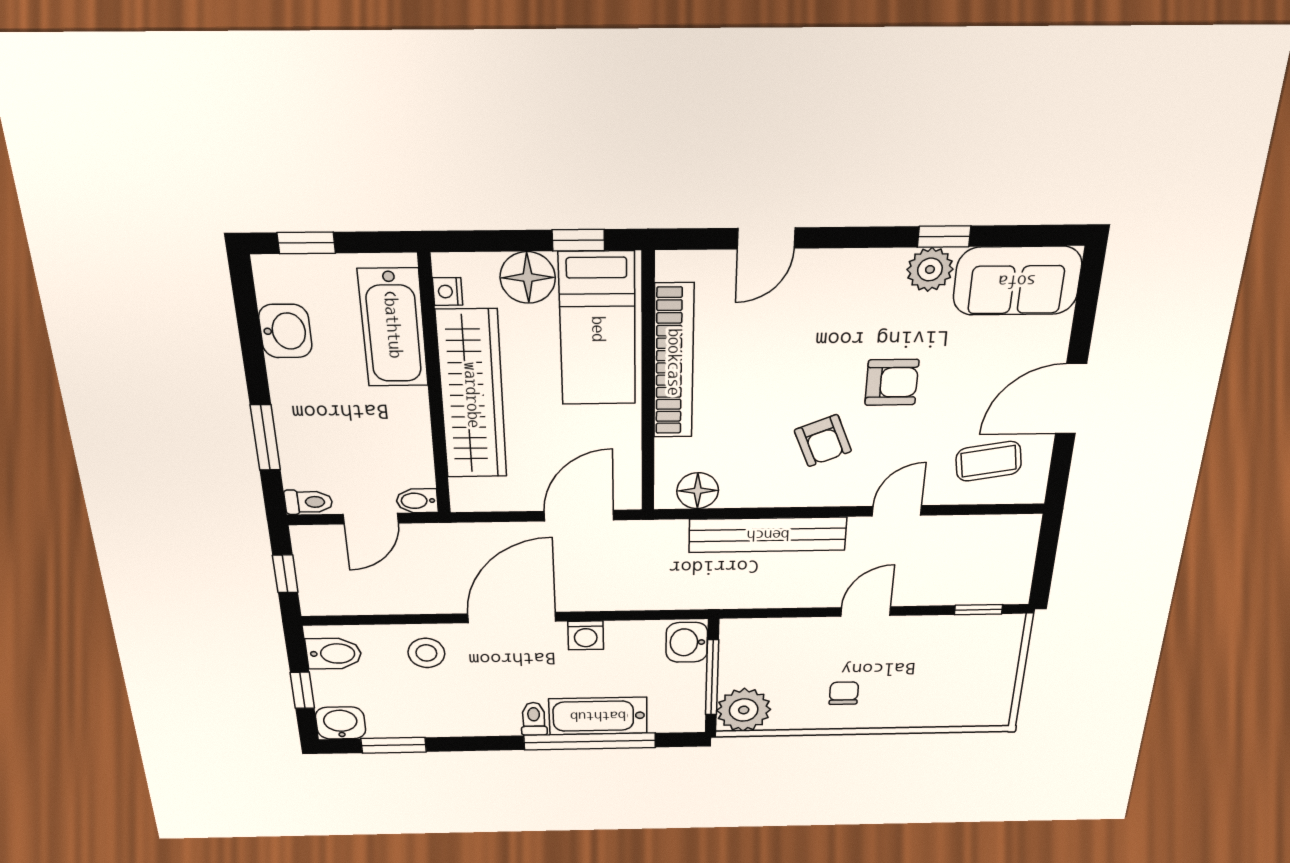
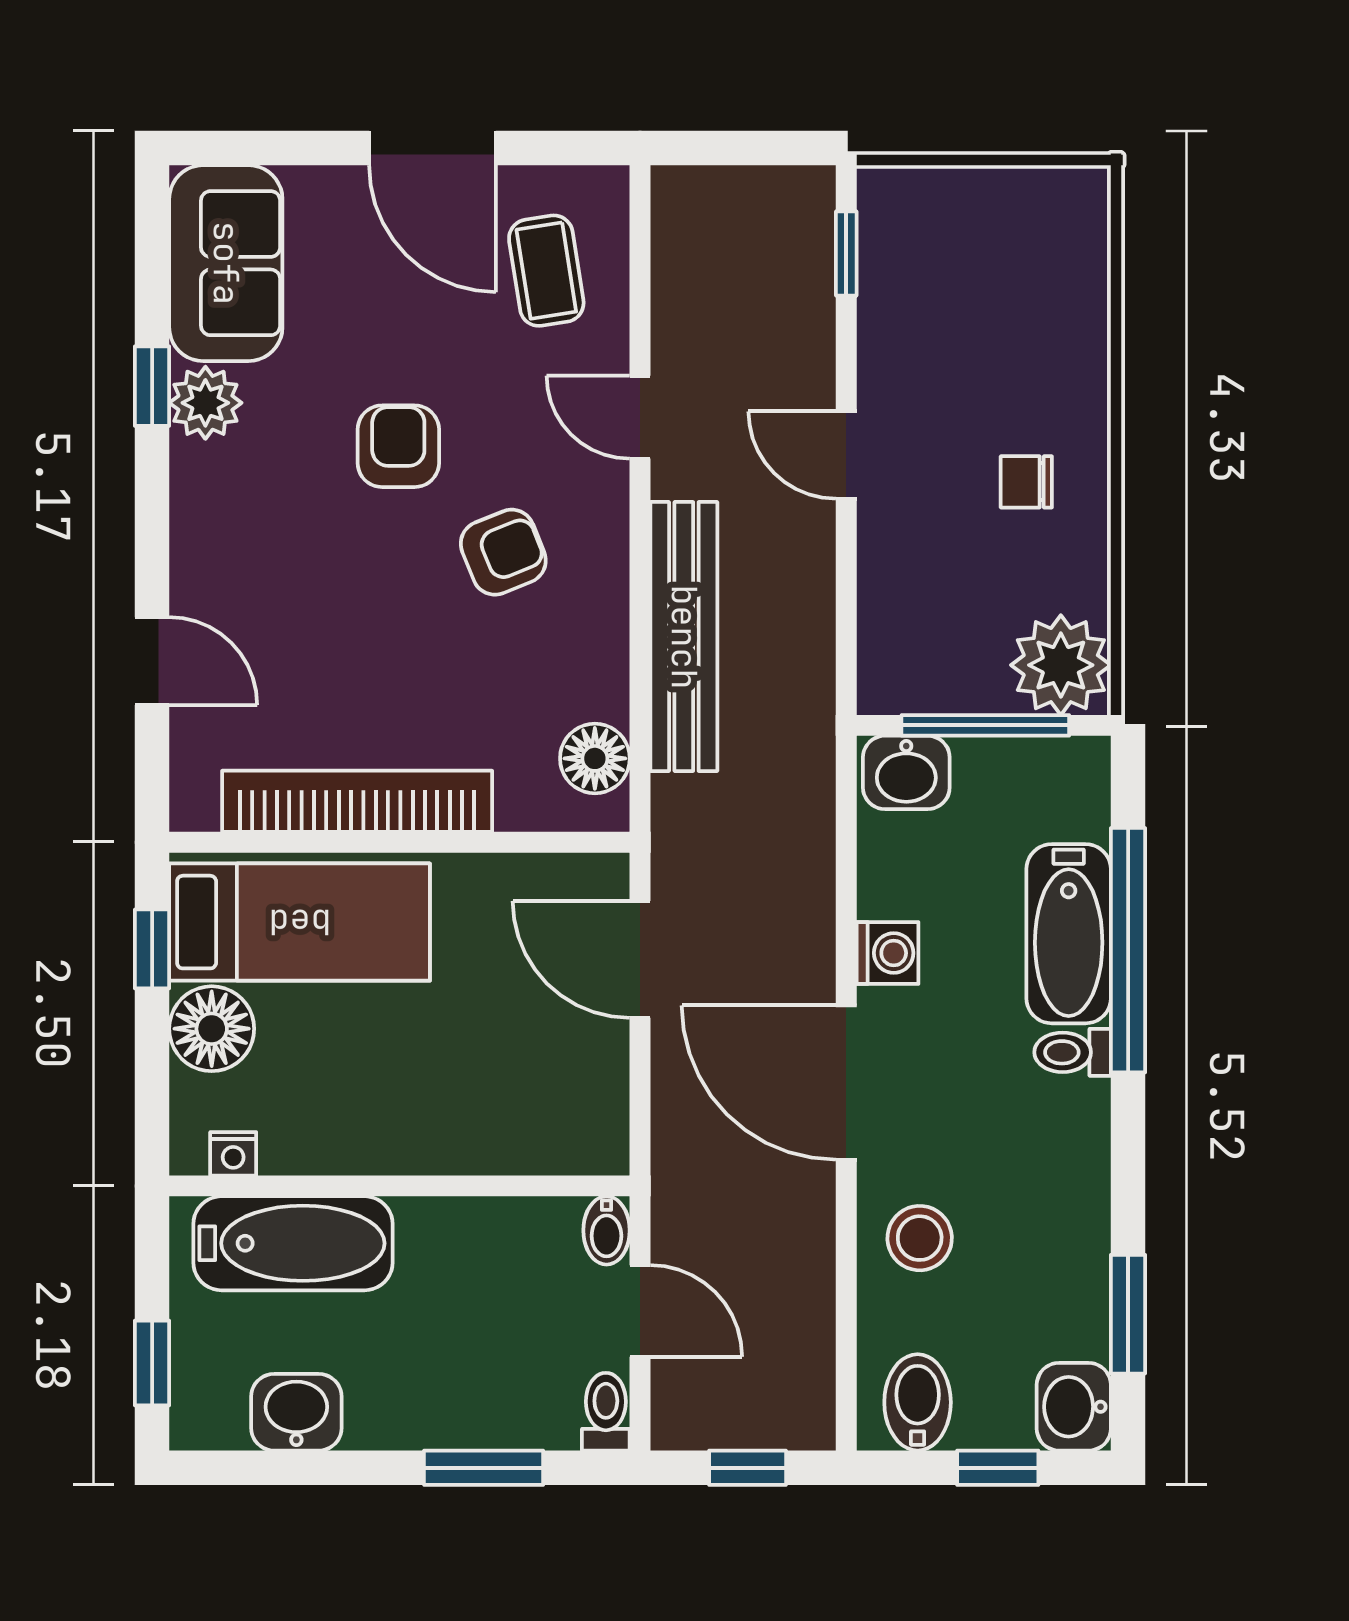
wardrobe: (472, 395) -> (412, 1127), removed

